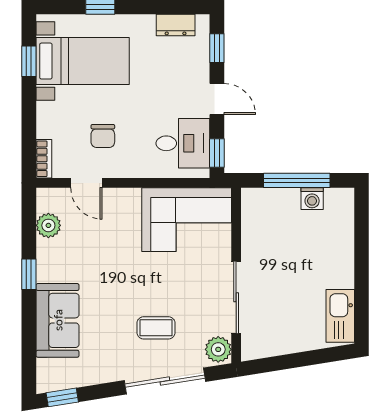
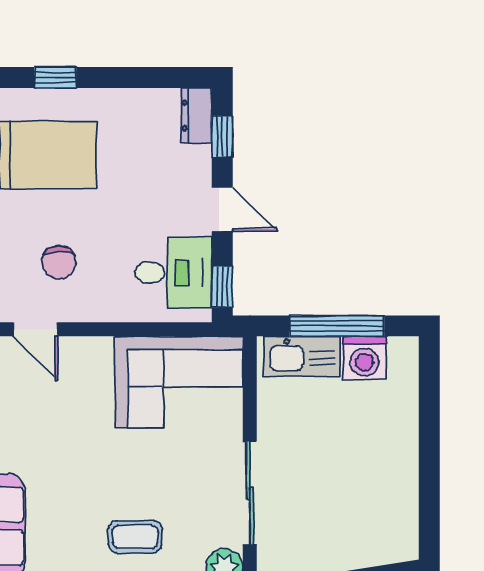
dresser: (176, 25) -> (196, 115), moved, turned 90
washing machine: (312, 199) -> (364, 358), width x1.38, depth x1.38
kitchen sink: (340, 316) -> (302, 356), moved, turned -90

